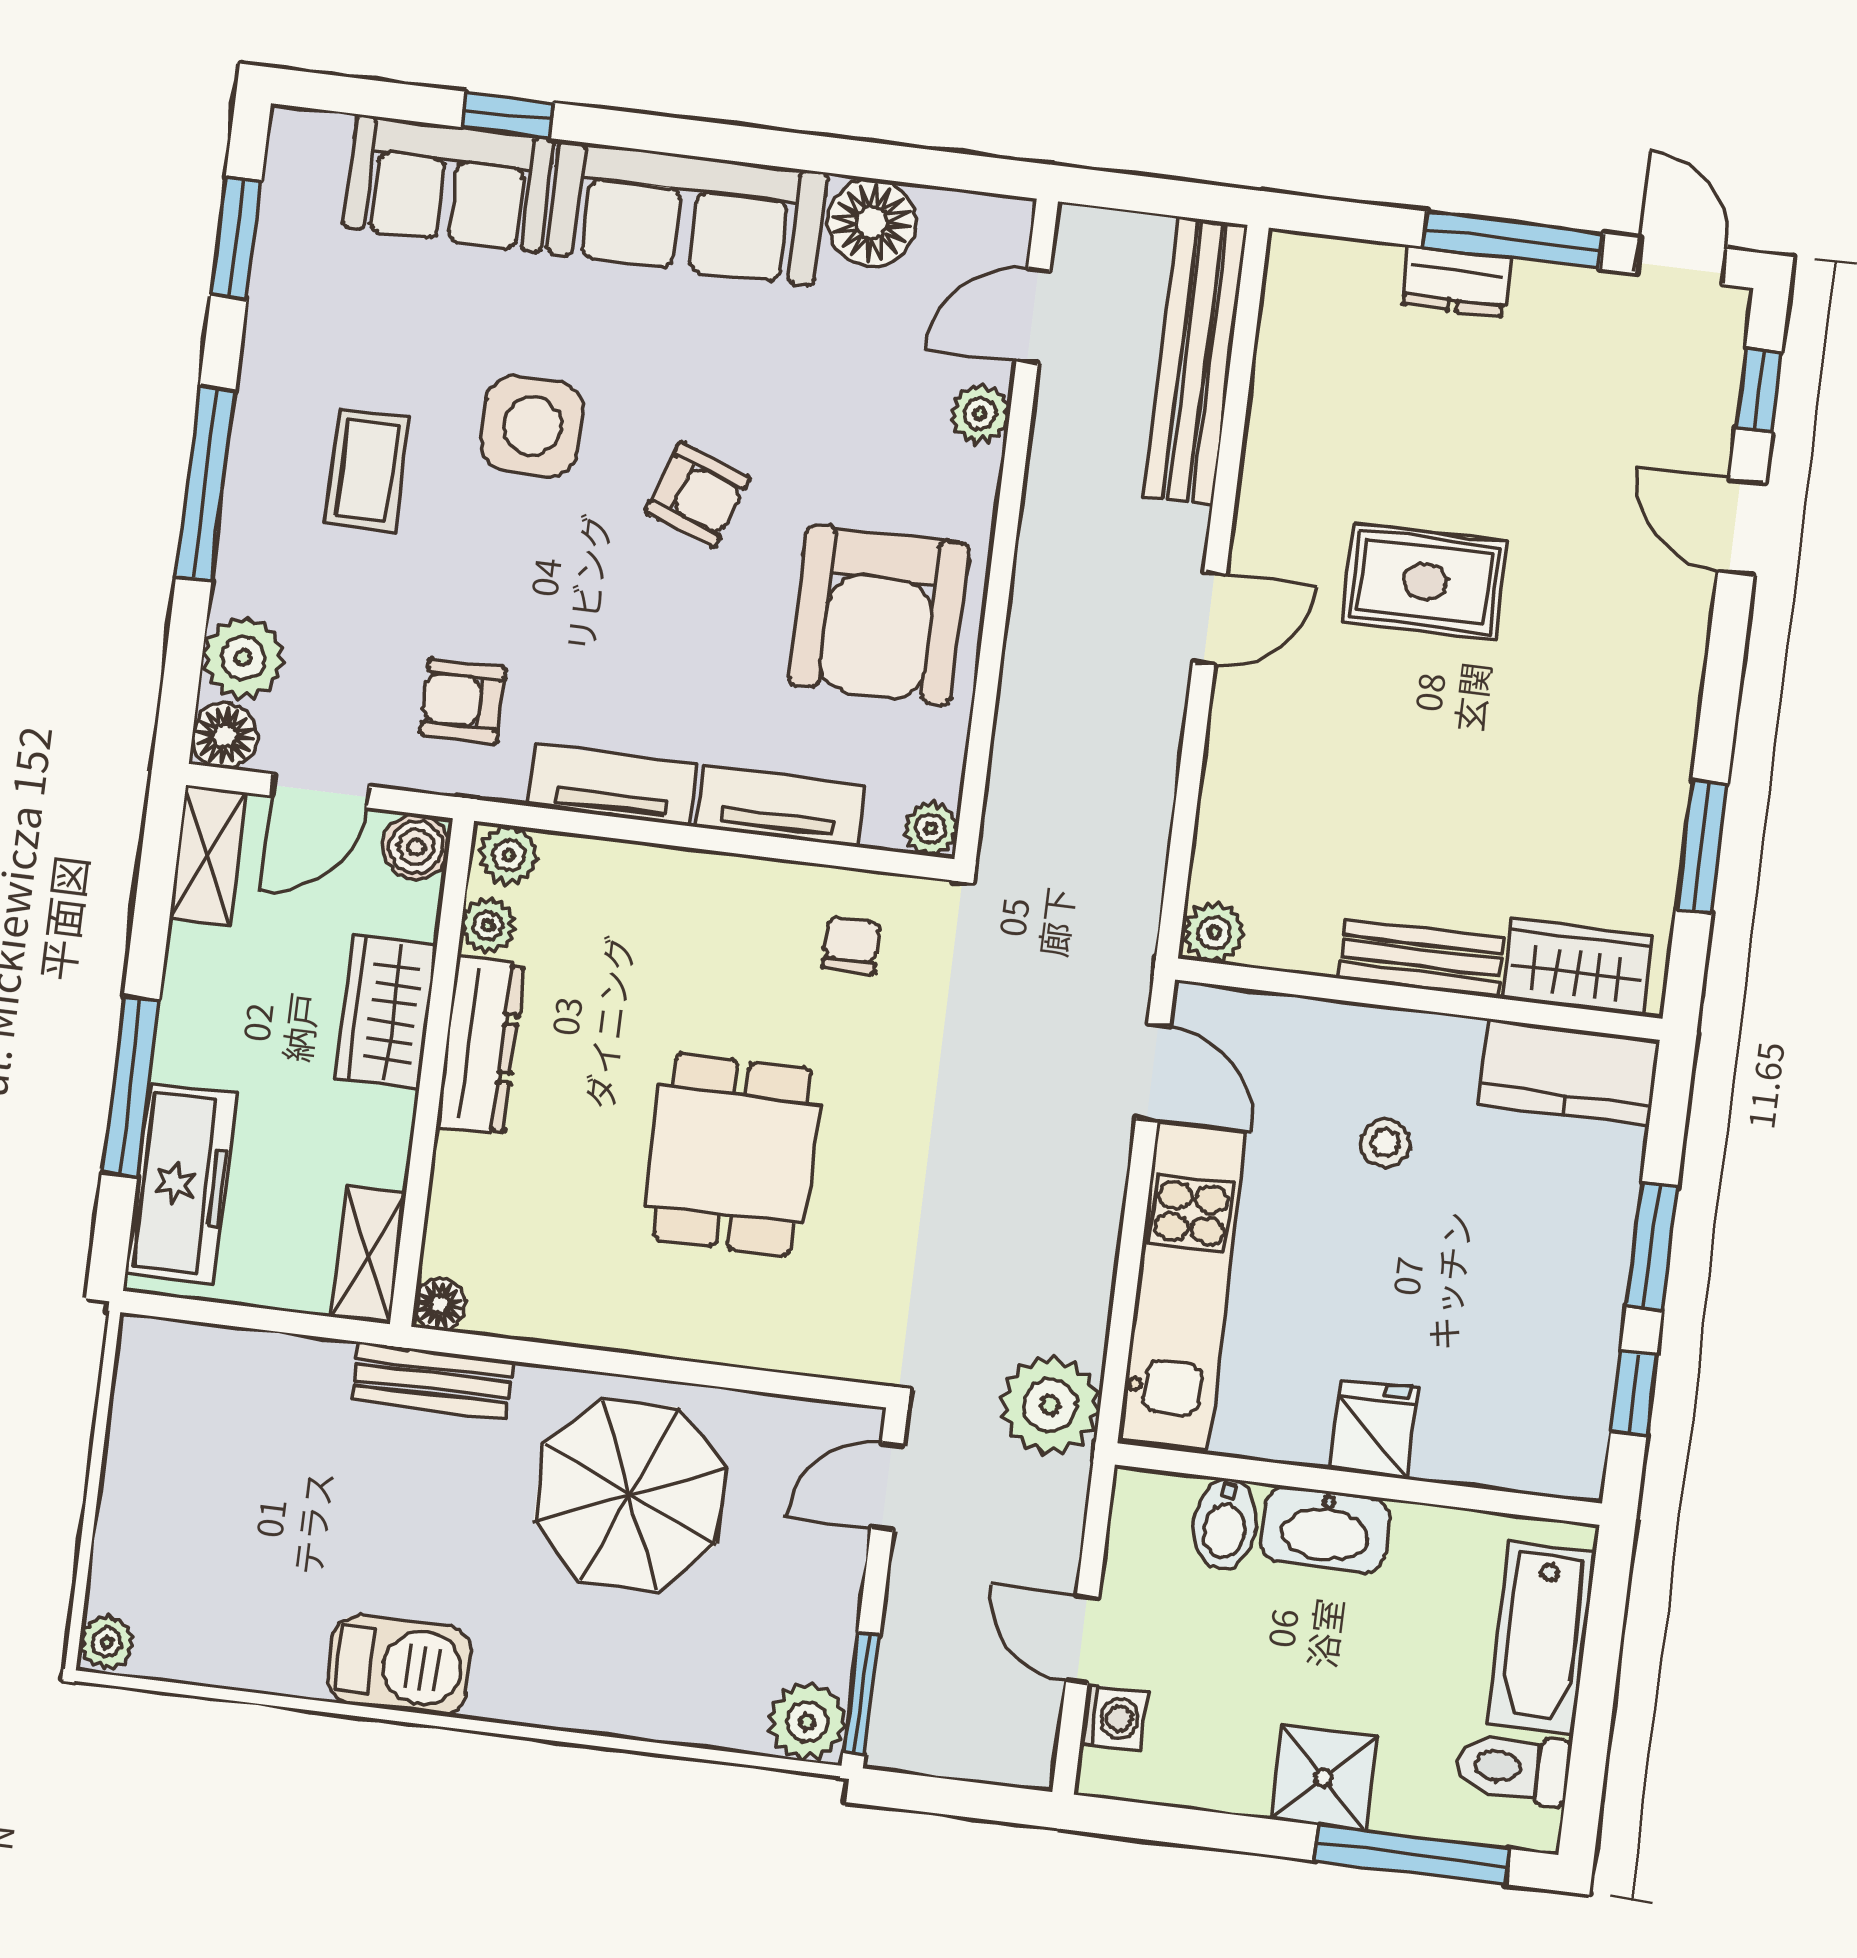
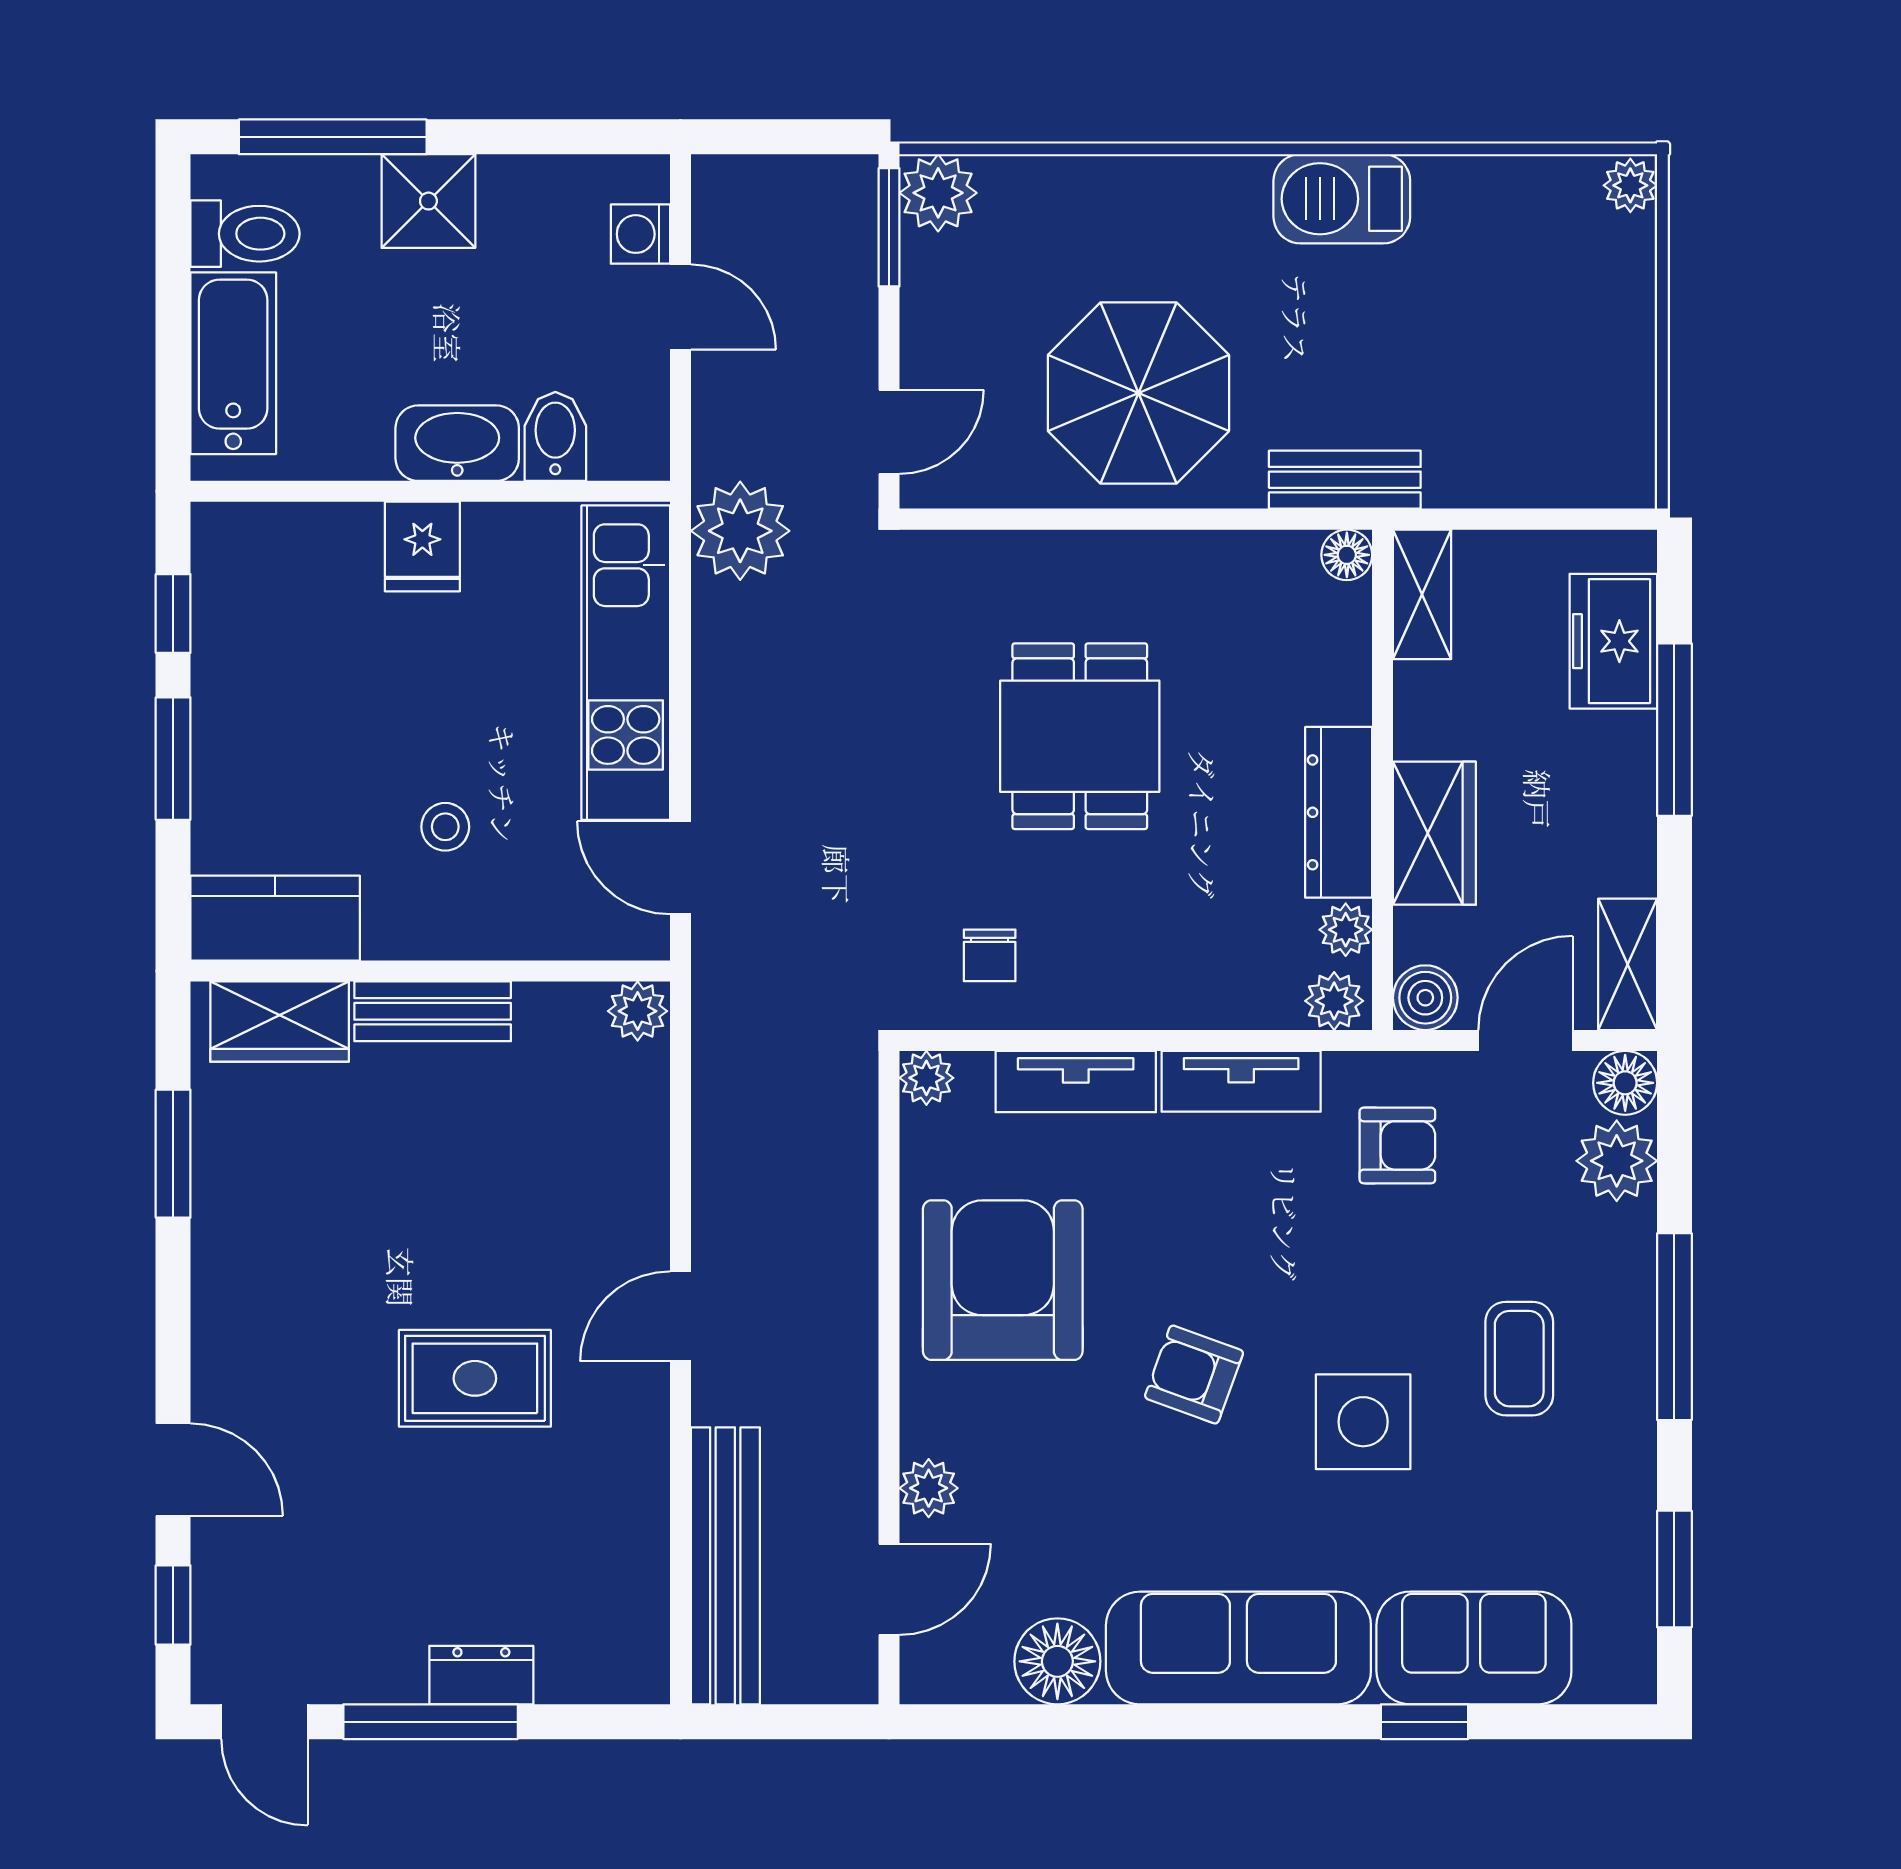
freezer: (181, 1184) -> (1613, 641), width x0.71

